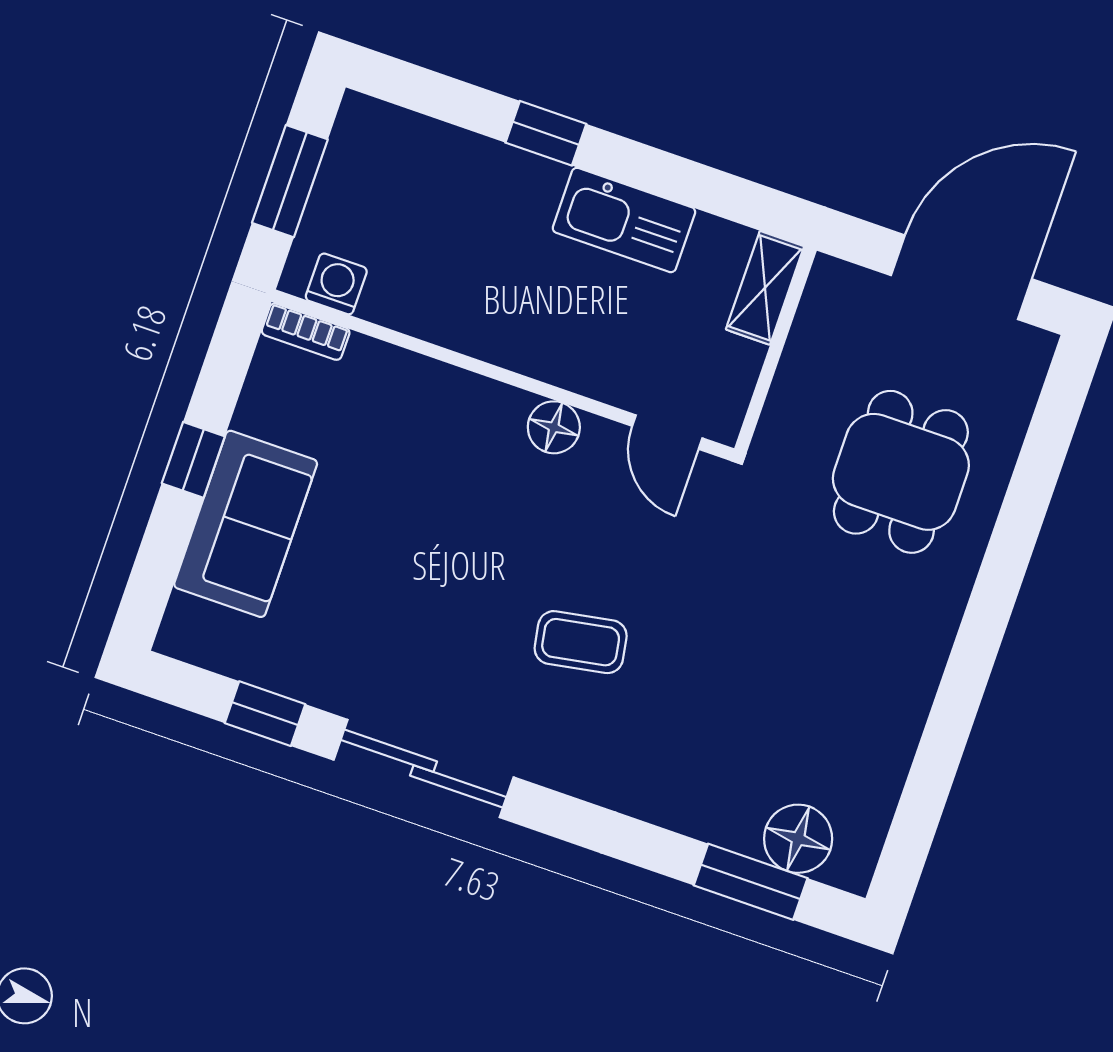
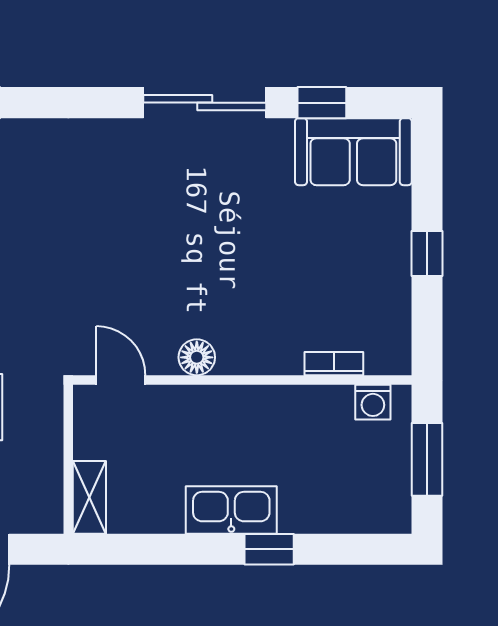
kitchen sink: (624, 220) -> (231, 510), moved
bookcase: (306, 332) -> (334, 364), moved
sofa: (246, 524) -> (353, 152), moved, turned -90
coffee table: (581, 642) -> (130, 222), removed

